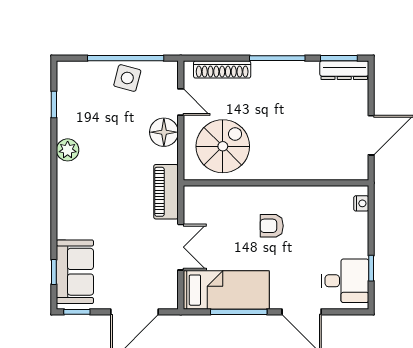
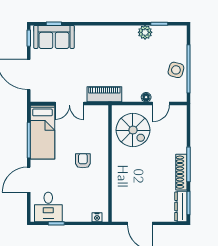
shoe rack: (222, 69) -> (181, 172), moved
floor lamp: (164, 132) -> (146, 97), width x0.53, depth x0.53
plant: (68, 150) -> (145, 32), moved

